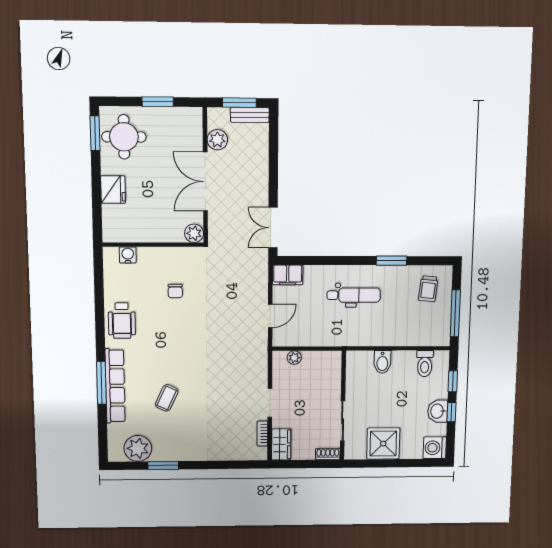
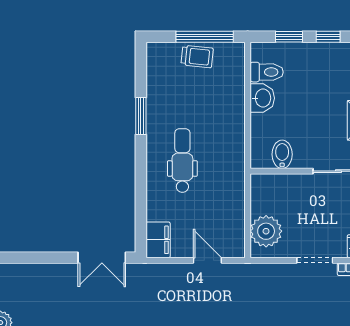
trolley: (428, 289) -> (197, 56), moved
plant: (294, 358) -> (266, 231), width x1.88, depth x1.88
bidet: (382, 362) -> (282, 154), moved, turned -90
washbasin: (438, 411) -> (262, 98), moved, turned -90

